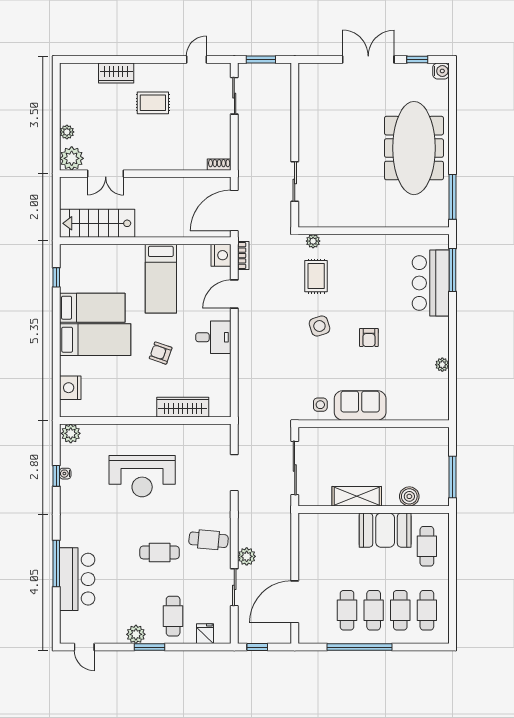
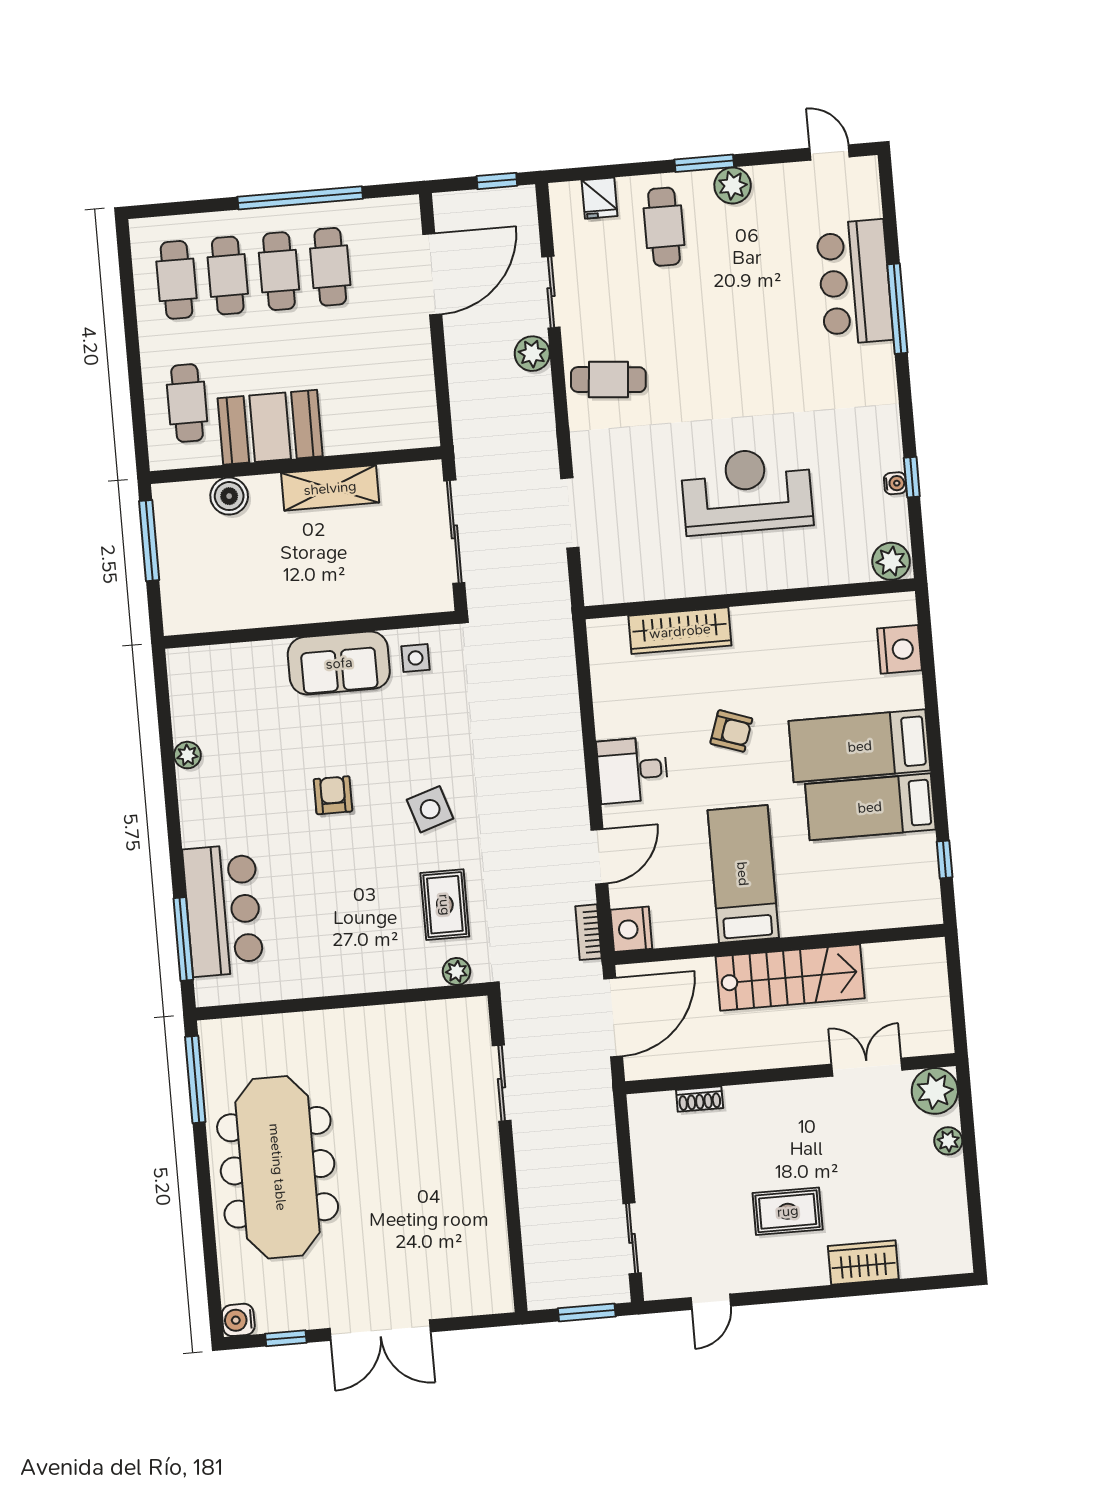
shoe rack: (219, 165) -> (700, 1099), moved
stairs: (97, 223) -> (790, 977), moved
cafe table: (160, 552) -> (700, 347), removed

